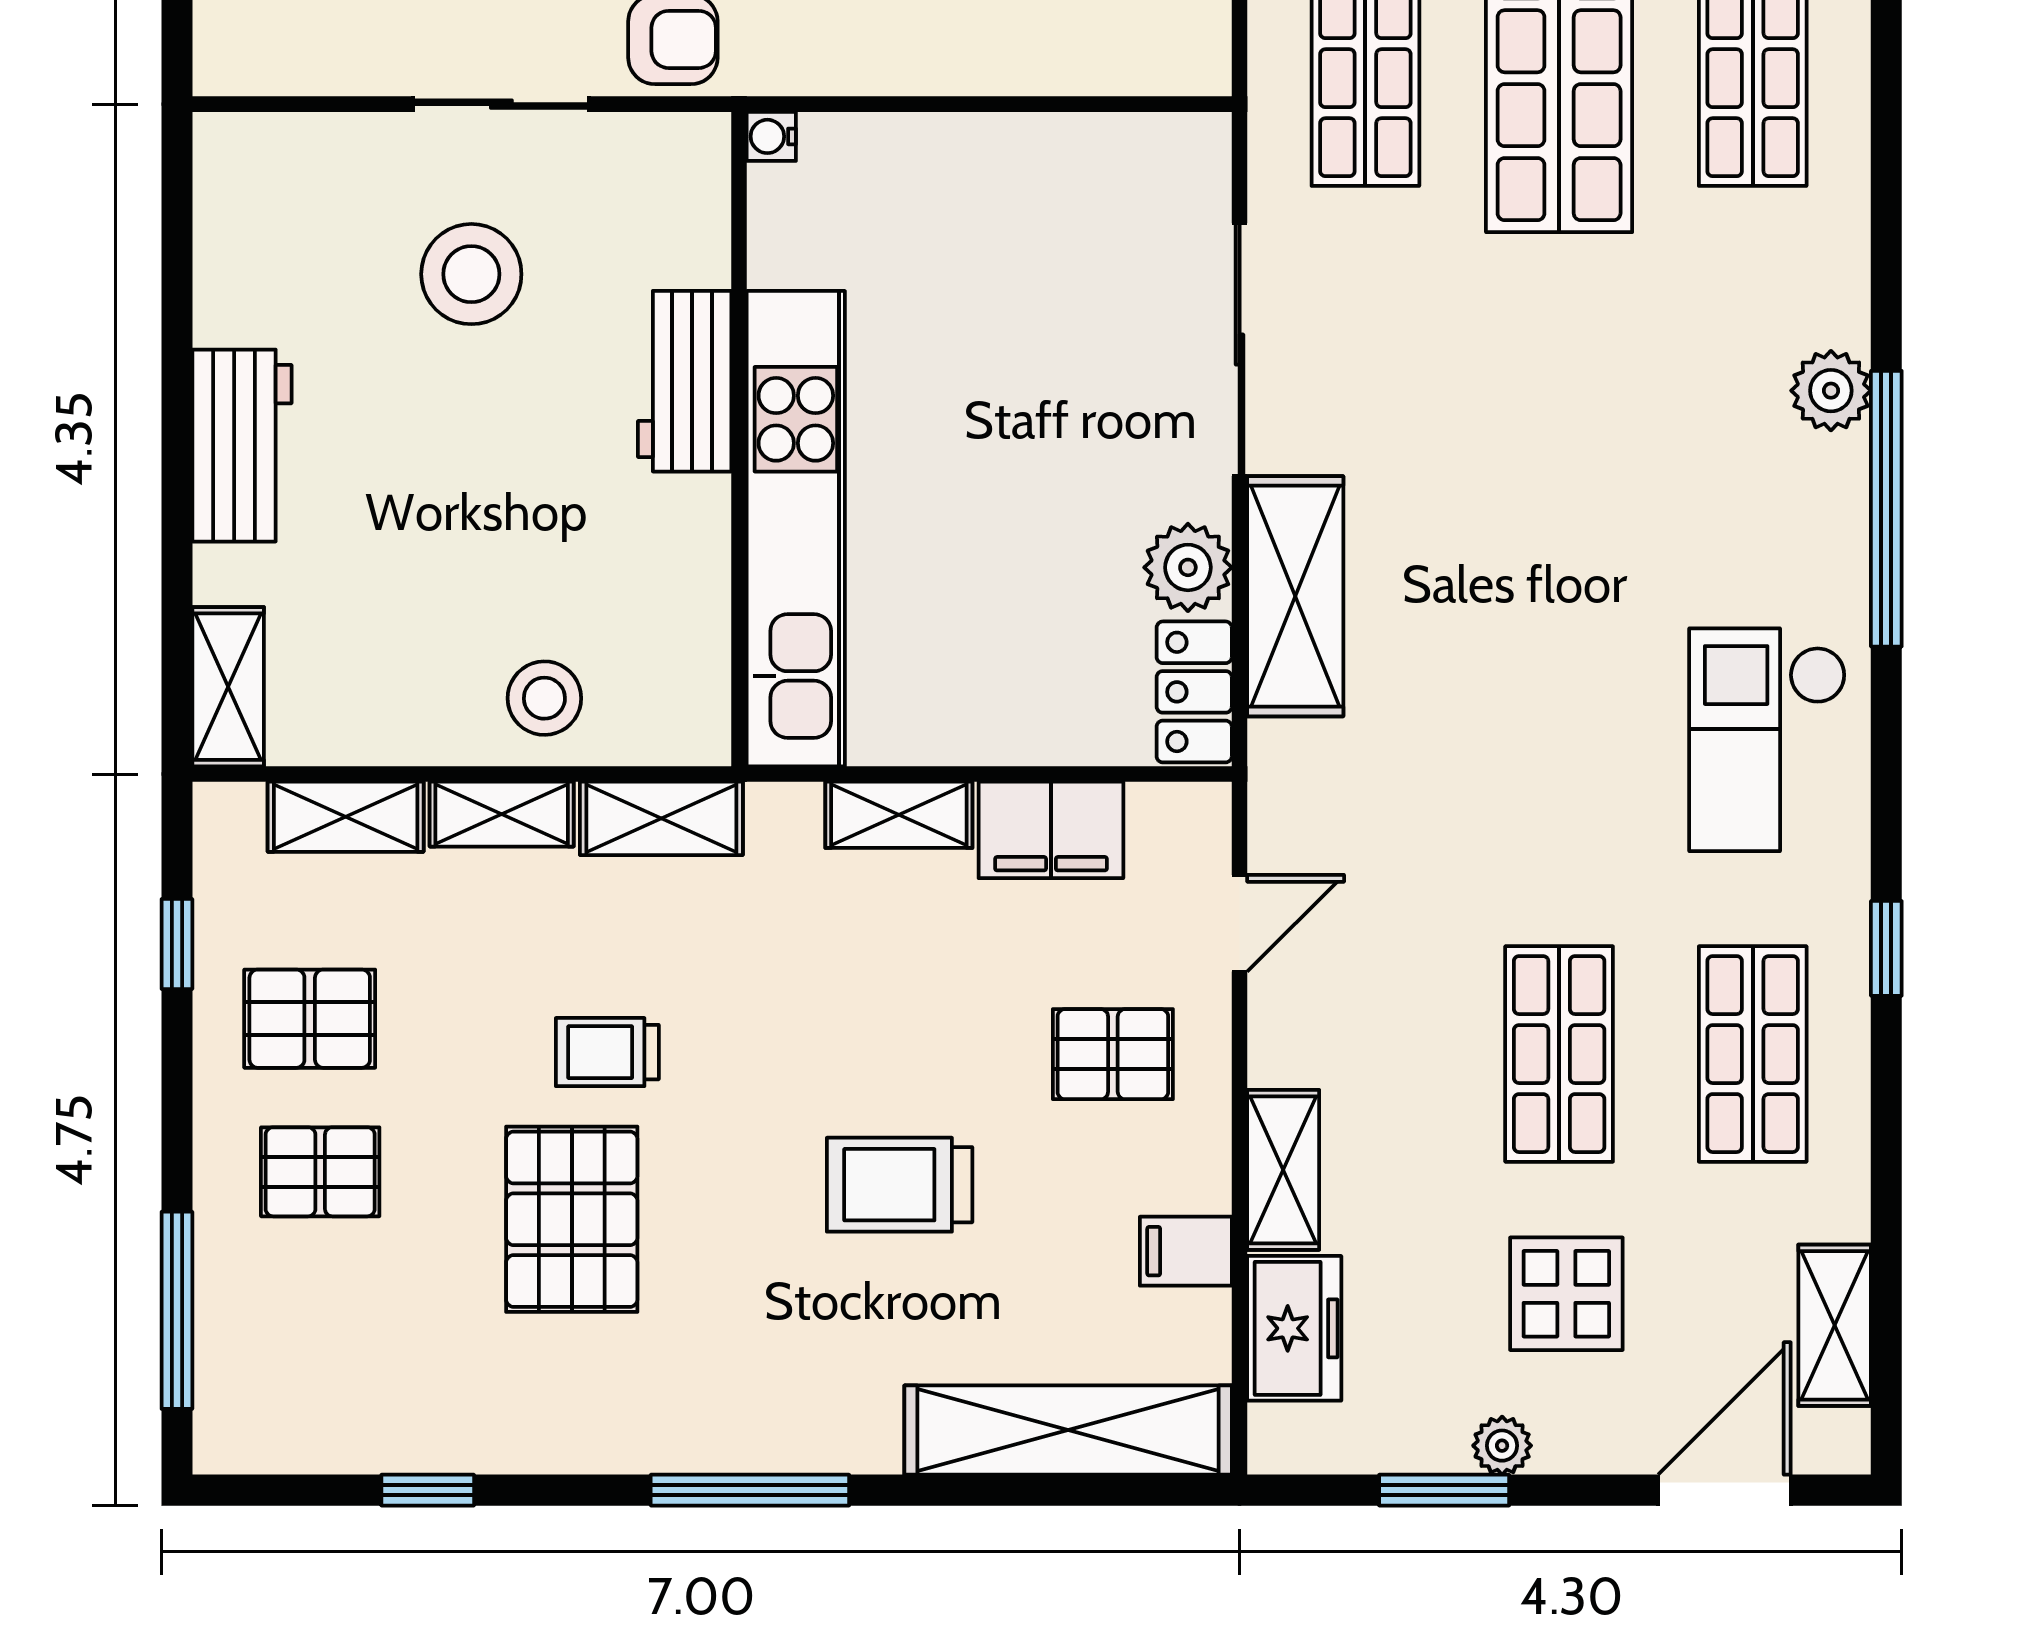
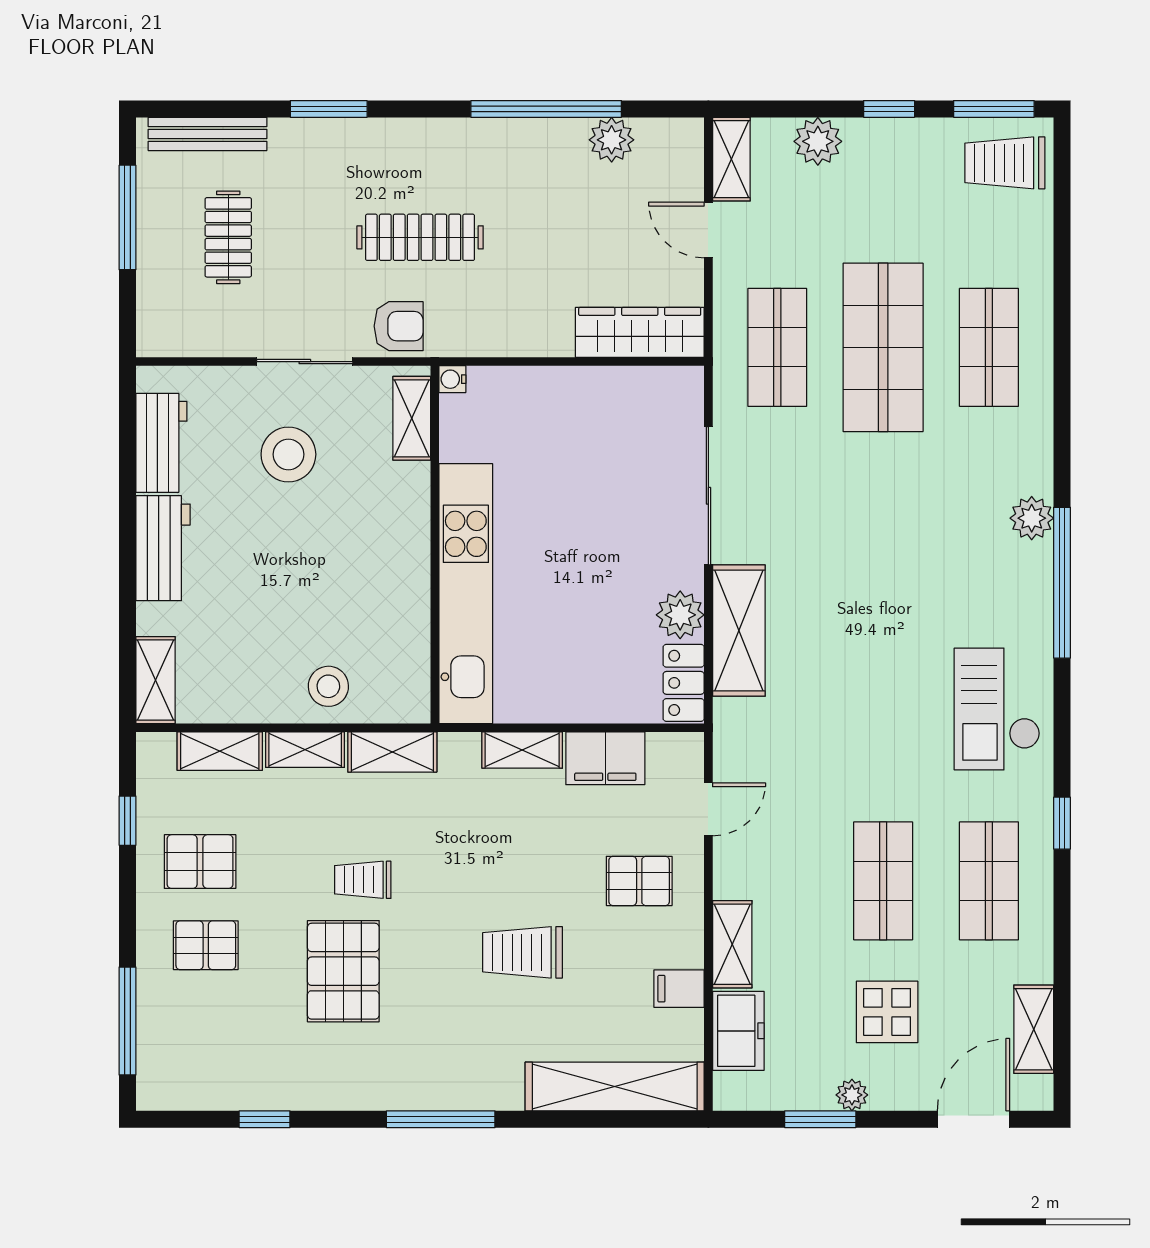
wardrobe: (1114, 51) -> (640, 332), added
shelving: (697, 208) -> (412, 418), added
workbench: (685, 381) -> (161, 443), moved, turned 180

